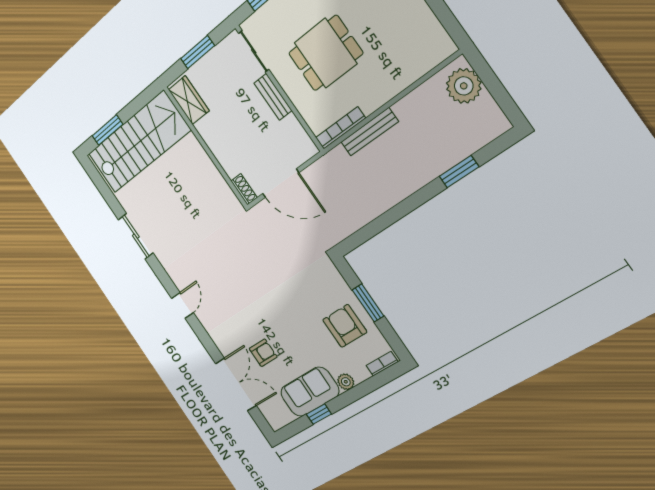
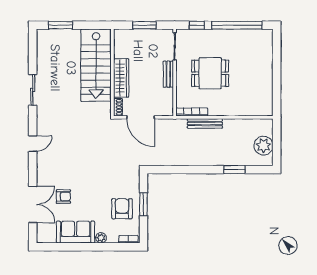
plant: (464, 86) -> (263, 146), moved
wardrobe: (189, 100) -> (121, 78), moved, width x1.50
stairs: (139, 142) -> (96, 65), moved, turned 90
window: (319, 414) -> (72, 247), removed

